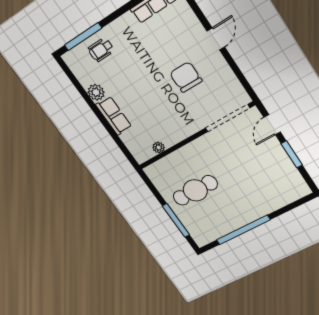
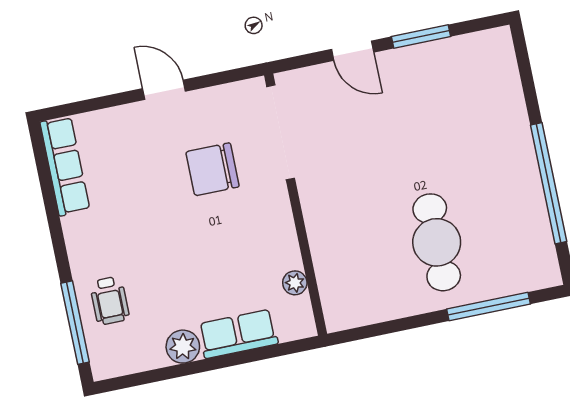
doorway: (227, 118) -> (281, 132), moved
wall: (195, 136) -> (296, 205), moved
plant: (159, 147) -> (295, 283), moved

